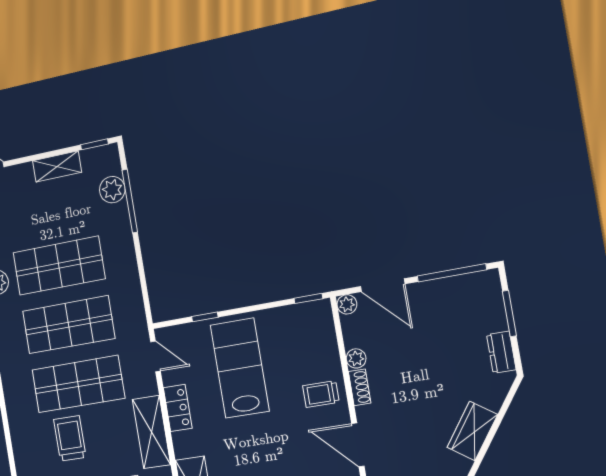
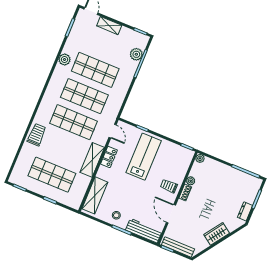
shelving: (57, 167) -> (109, 26), moved
door: (383, 285) -> (218, 160), removed
trolley: (70, 438) -> (37, 135), moved

